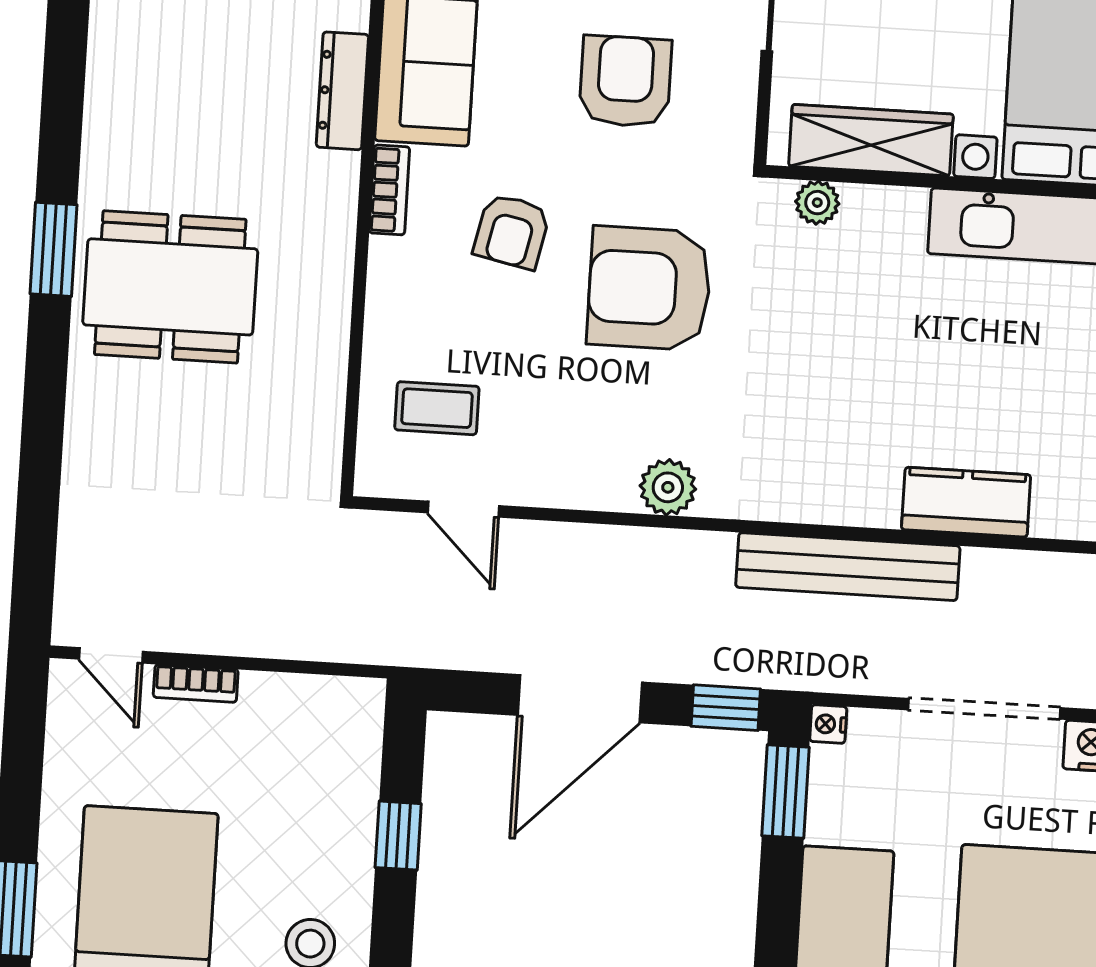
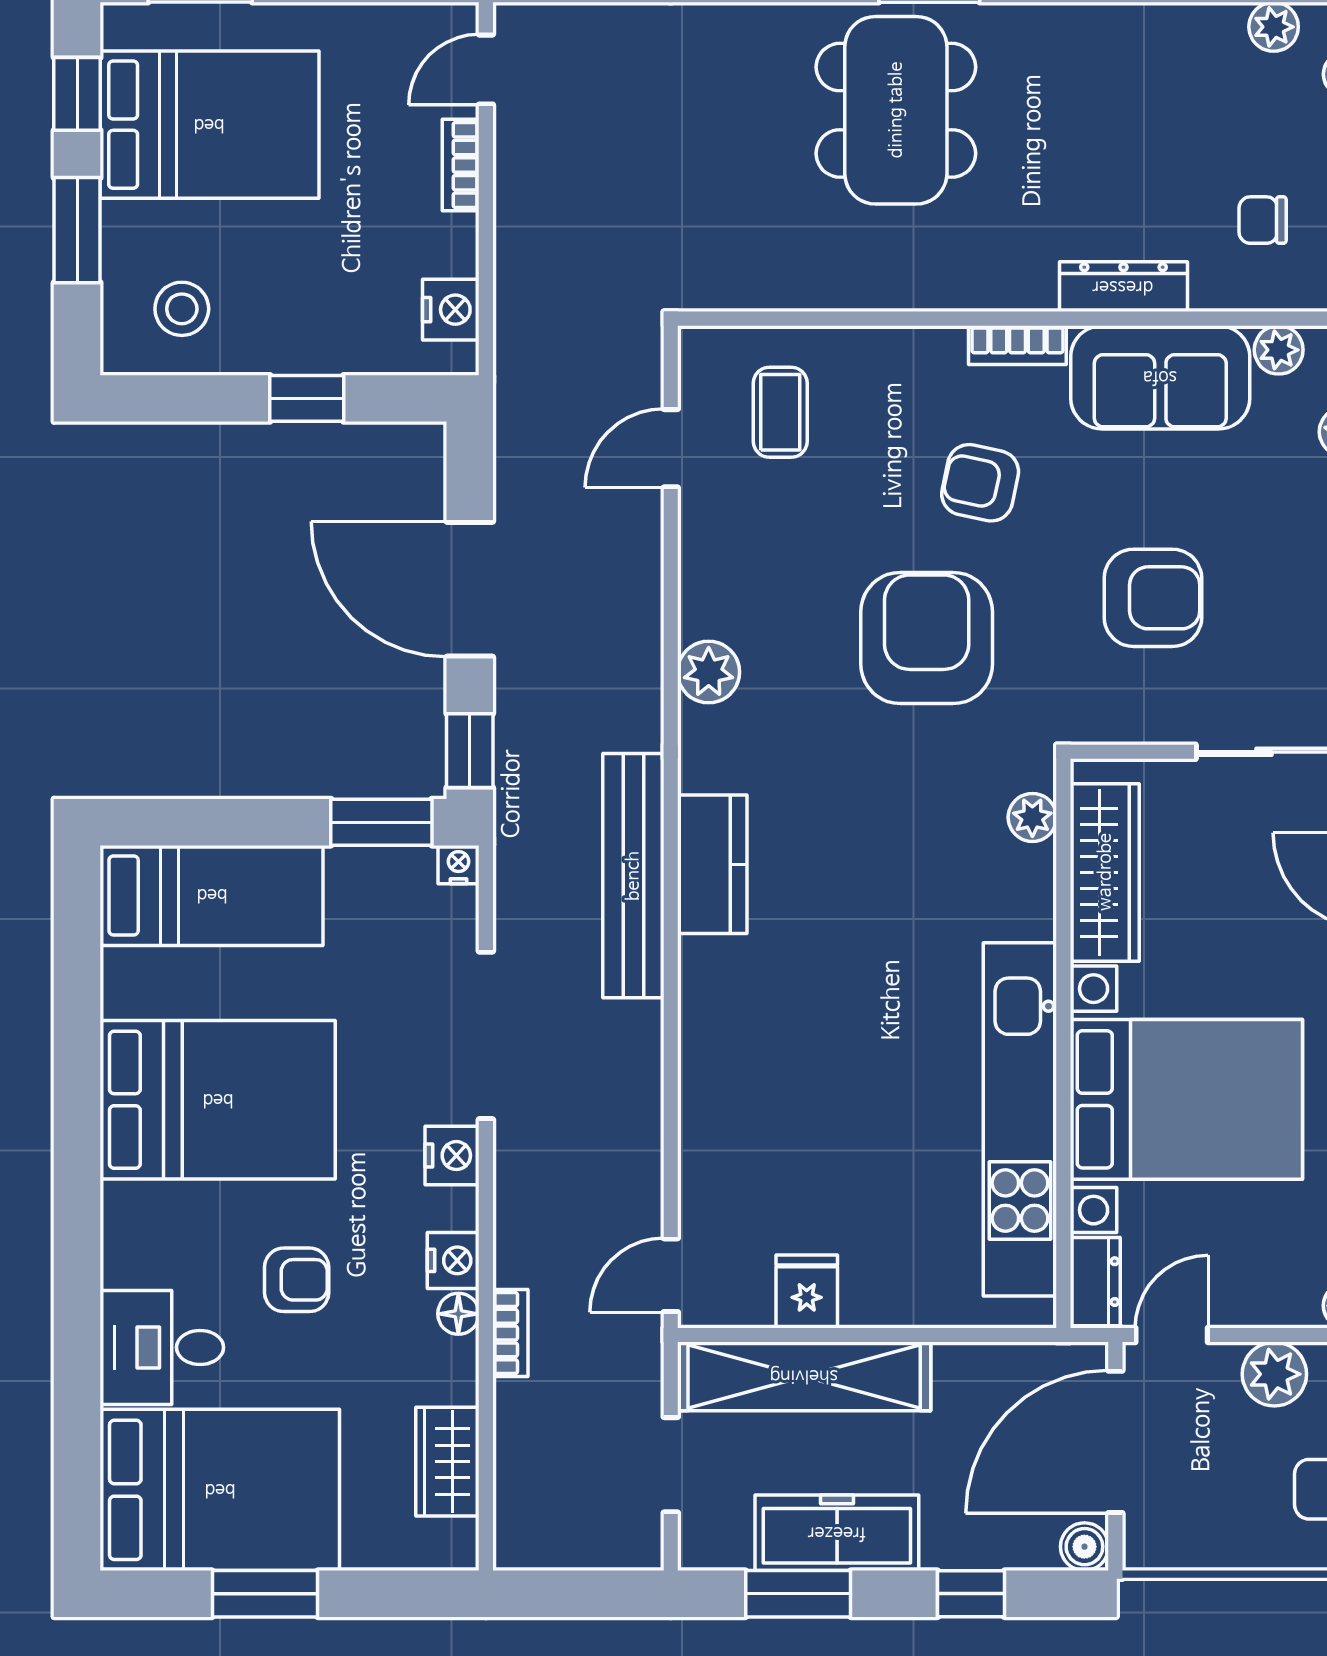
kitchen counter: (966, 502) -> (712, 864), moved
nightstand: (326, 700) -> (451, 310), added

